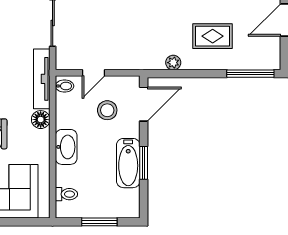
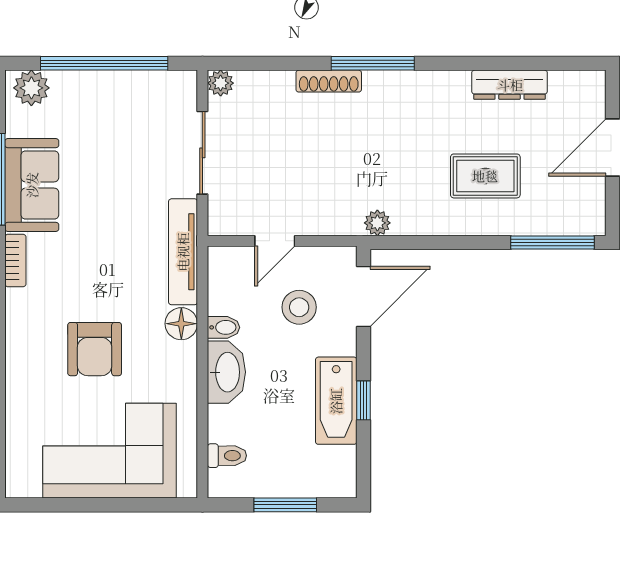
plant: (173, 63) -> (377, 223), moved
bidet: (65, 86) -> (224, 327), moved
window: (144, 163) -> (363, 400), width x0.67

